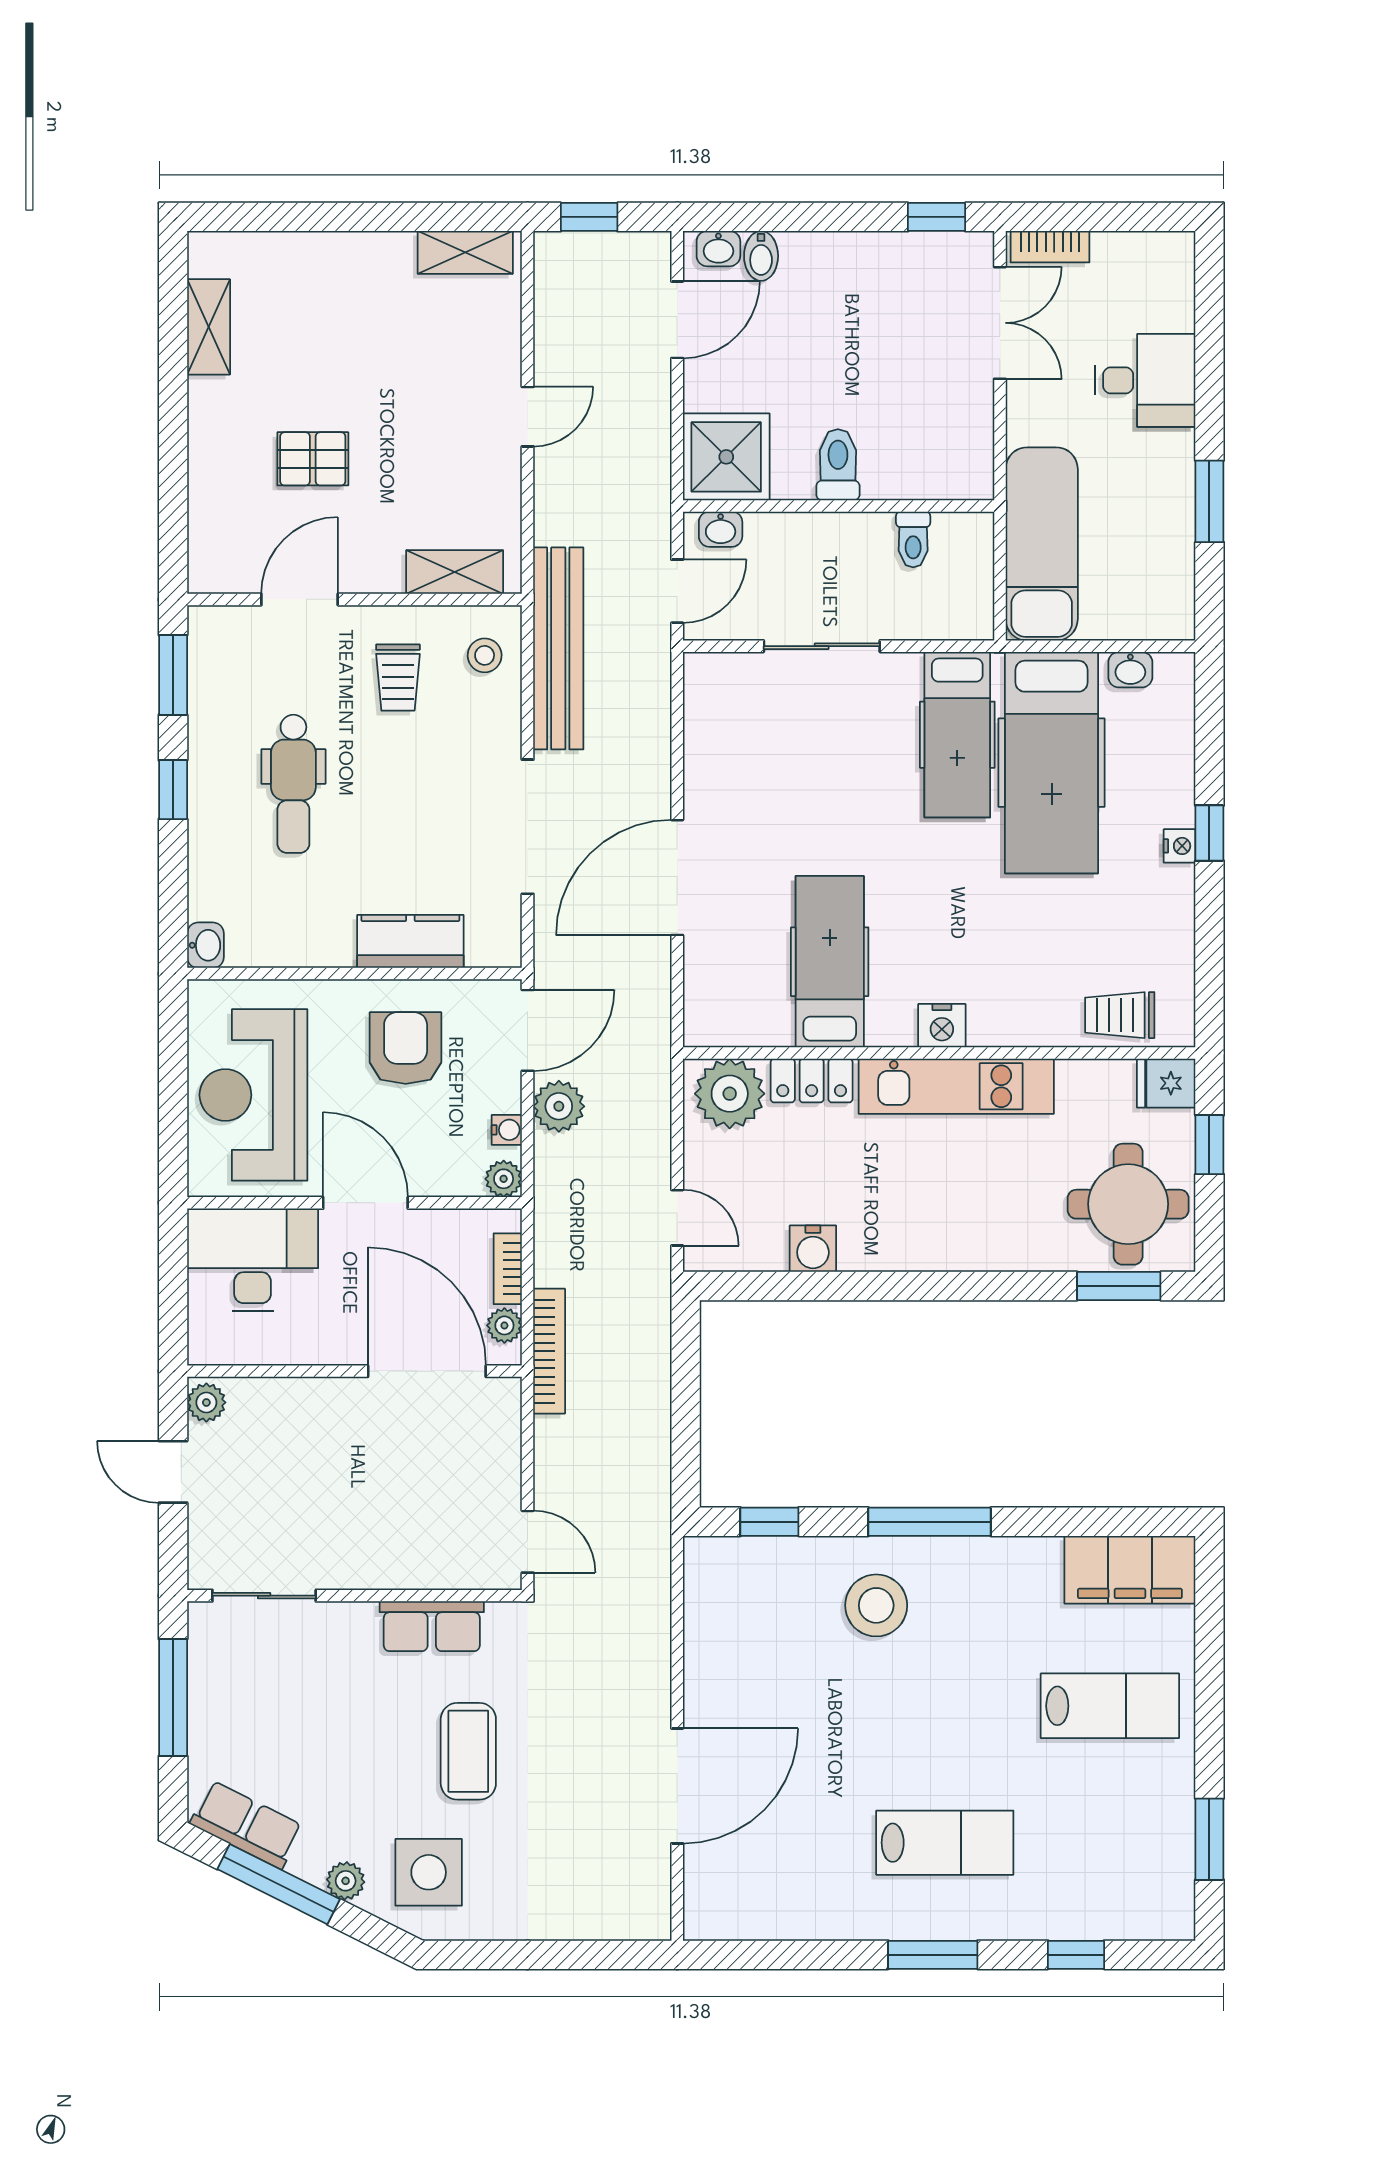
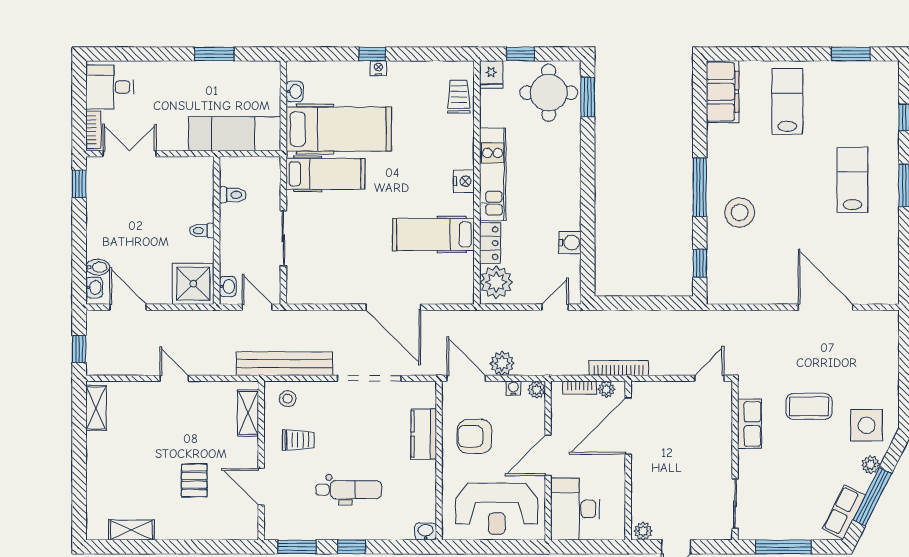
desk: (1145, 380) -> (110, 87), moved, turned -90
toilet: (838, 465) -> (202, 231), width x0.73, depth x0.72
trolley: (1120, 1015) -> (459, 97), turned 180

